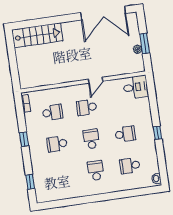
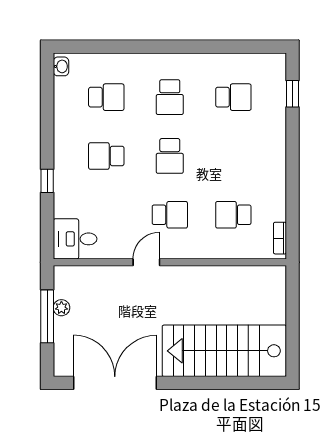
stairs: (37, 35) -> (224, 351), width x1.36, depth x1.51
window: (145, 44) -> (47, 316), width x1.44
window: (157, 133) -> (47, 181), moved
window: (24, 139) -> (293, 173), removed
school desk: (57, 144) -> (233, 97), moved

